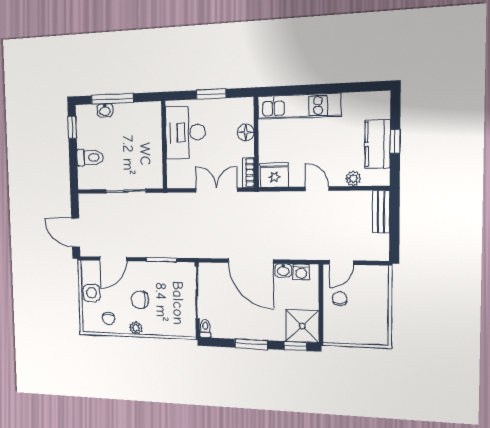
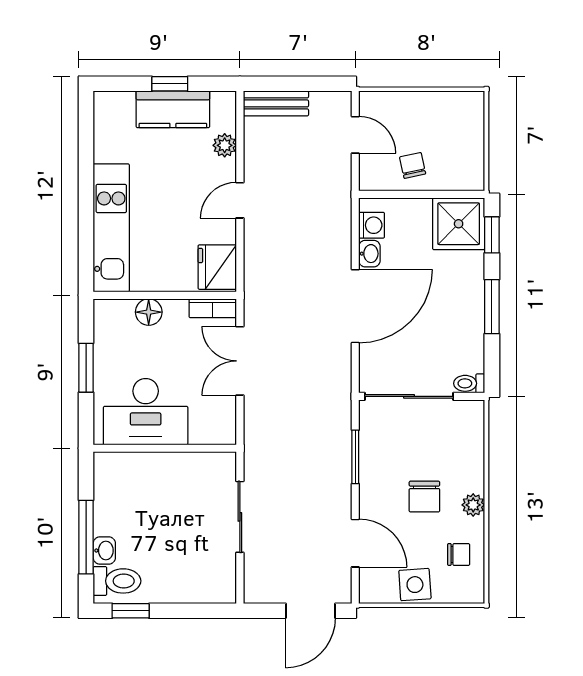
toilet: (90, 157) -> (117, 581), moved, turned 90
door: (341, 262) -> (355, 135), moved
chair: (340, 299) -> (413, 165), turned 78

